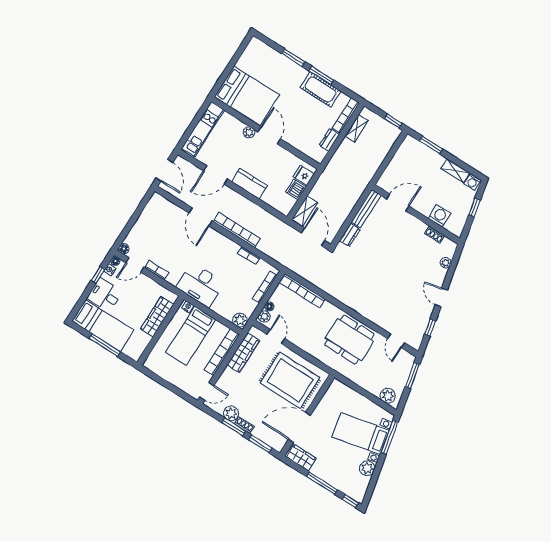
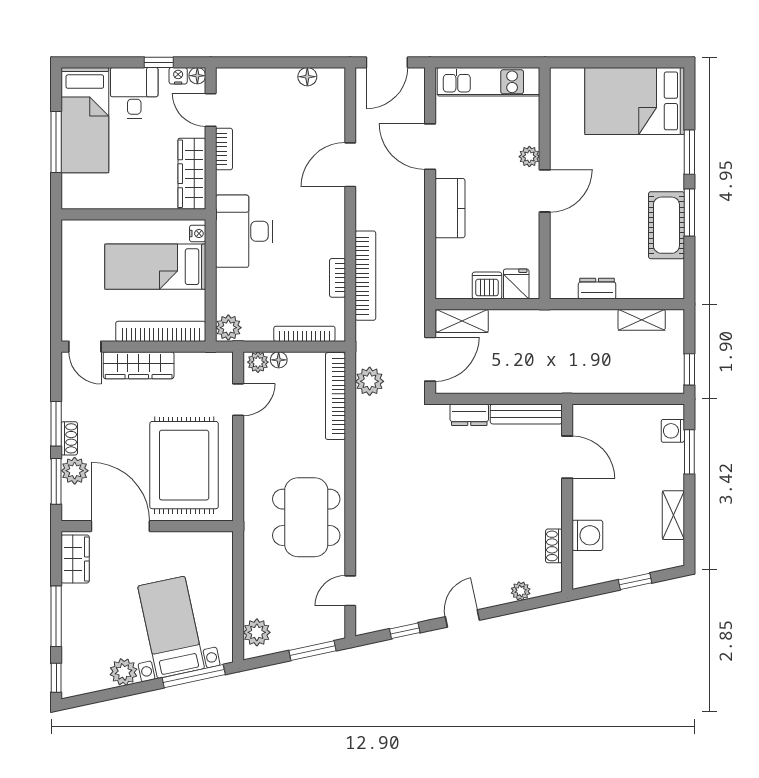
bed: (247, 96) -> (635, 101), moved, turned 90
bookcase: (346, 116) -> (651, 291), removed
washing machine: (473, 182) -> (673, 431), moved
bookcase: (237, 230) -> (365, 276), moved
floor lamp: (124, 249) -> (307, 77), moved
plant: (306, 271) -> (370, 381), added
wardrobe: (157, 317) -> (192, 174), moved, turned -90
wardrobe: (243, 353) -> (139, 365), moved
plant: (231, 413) -> (75, 471), moved

